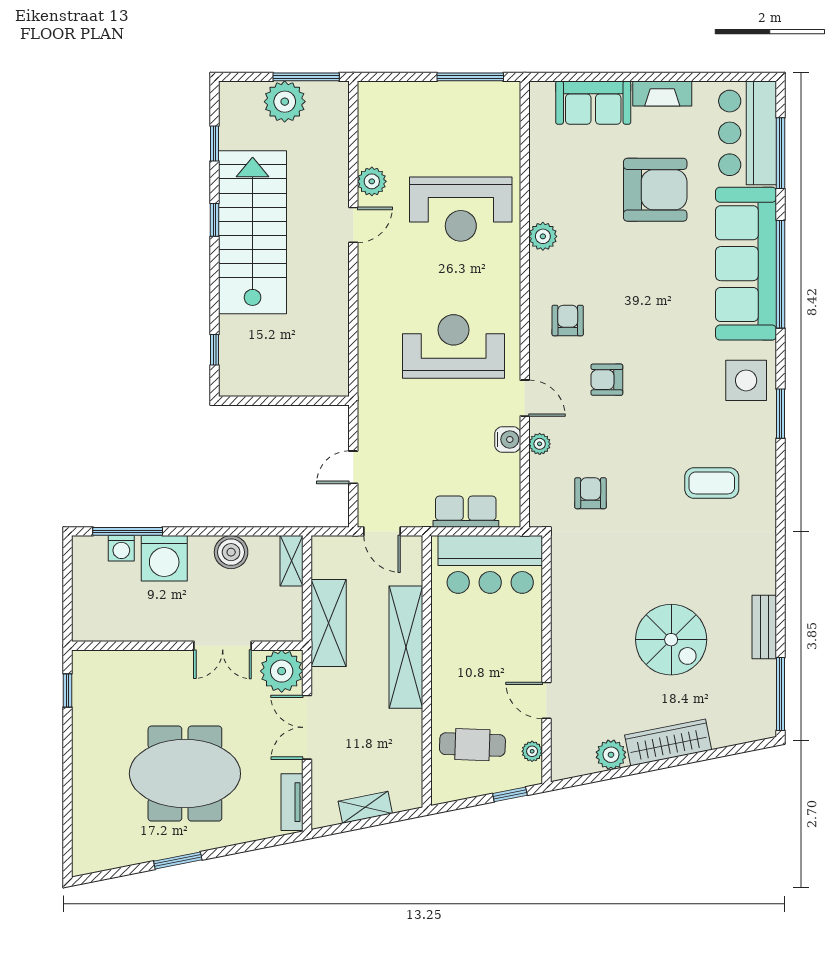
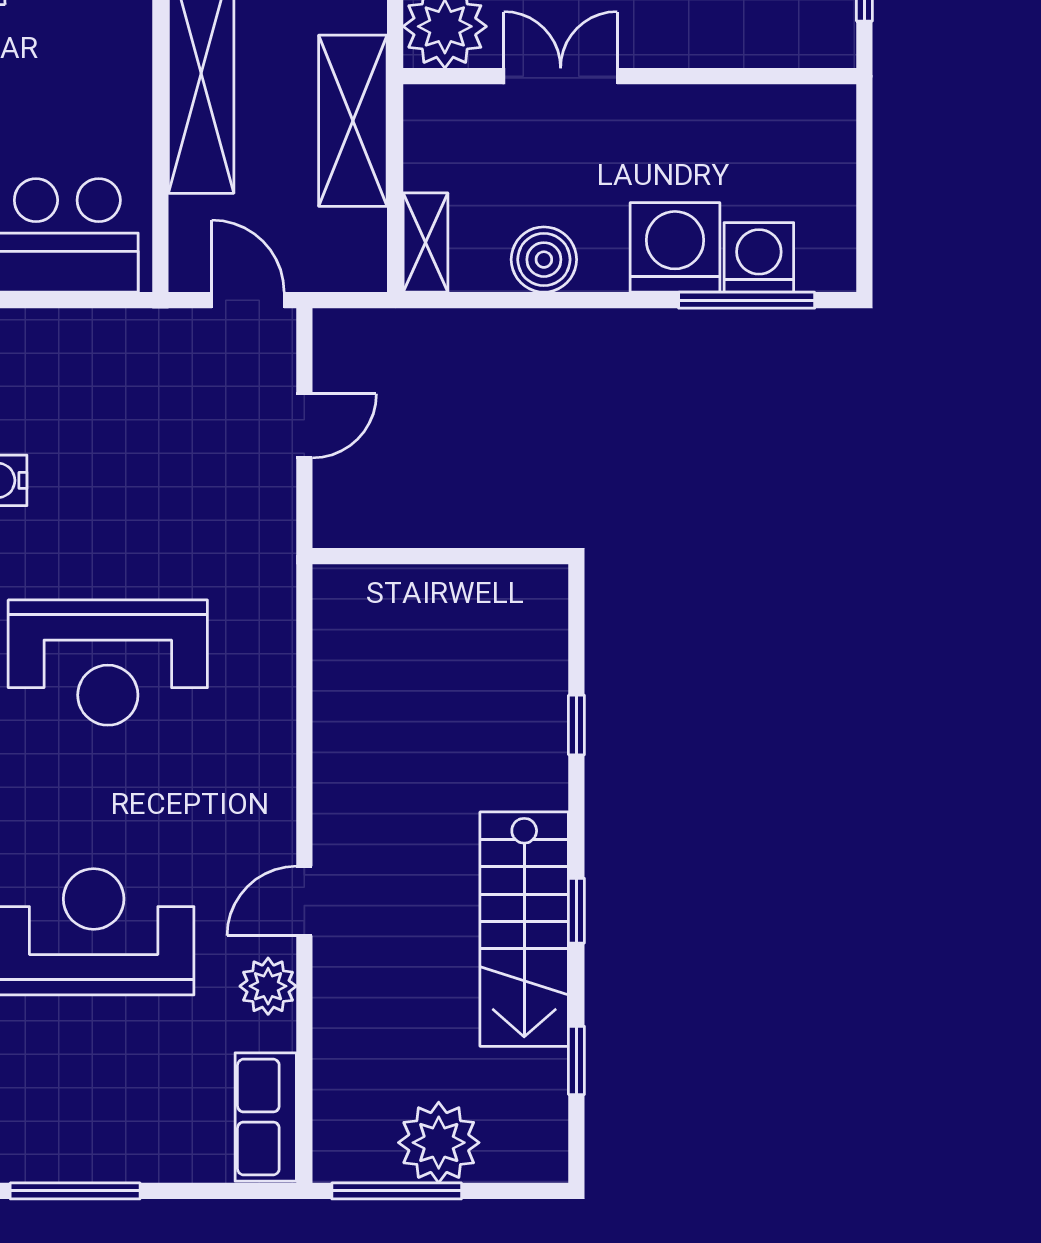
stairs: (253, 232) -> (524, 929), width x0.73, depth x0.66
window: (214, 350) -> (576, 725), moved
row of seats: (466, 512) -> (266, 1117), moved, turned 90
washing machine: (121, 548) -> (759, 257), width x1.38, depth x1.38

